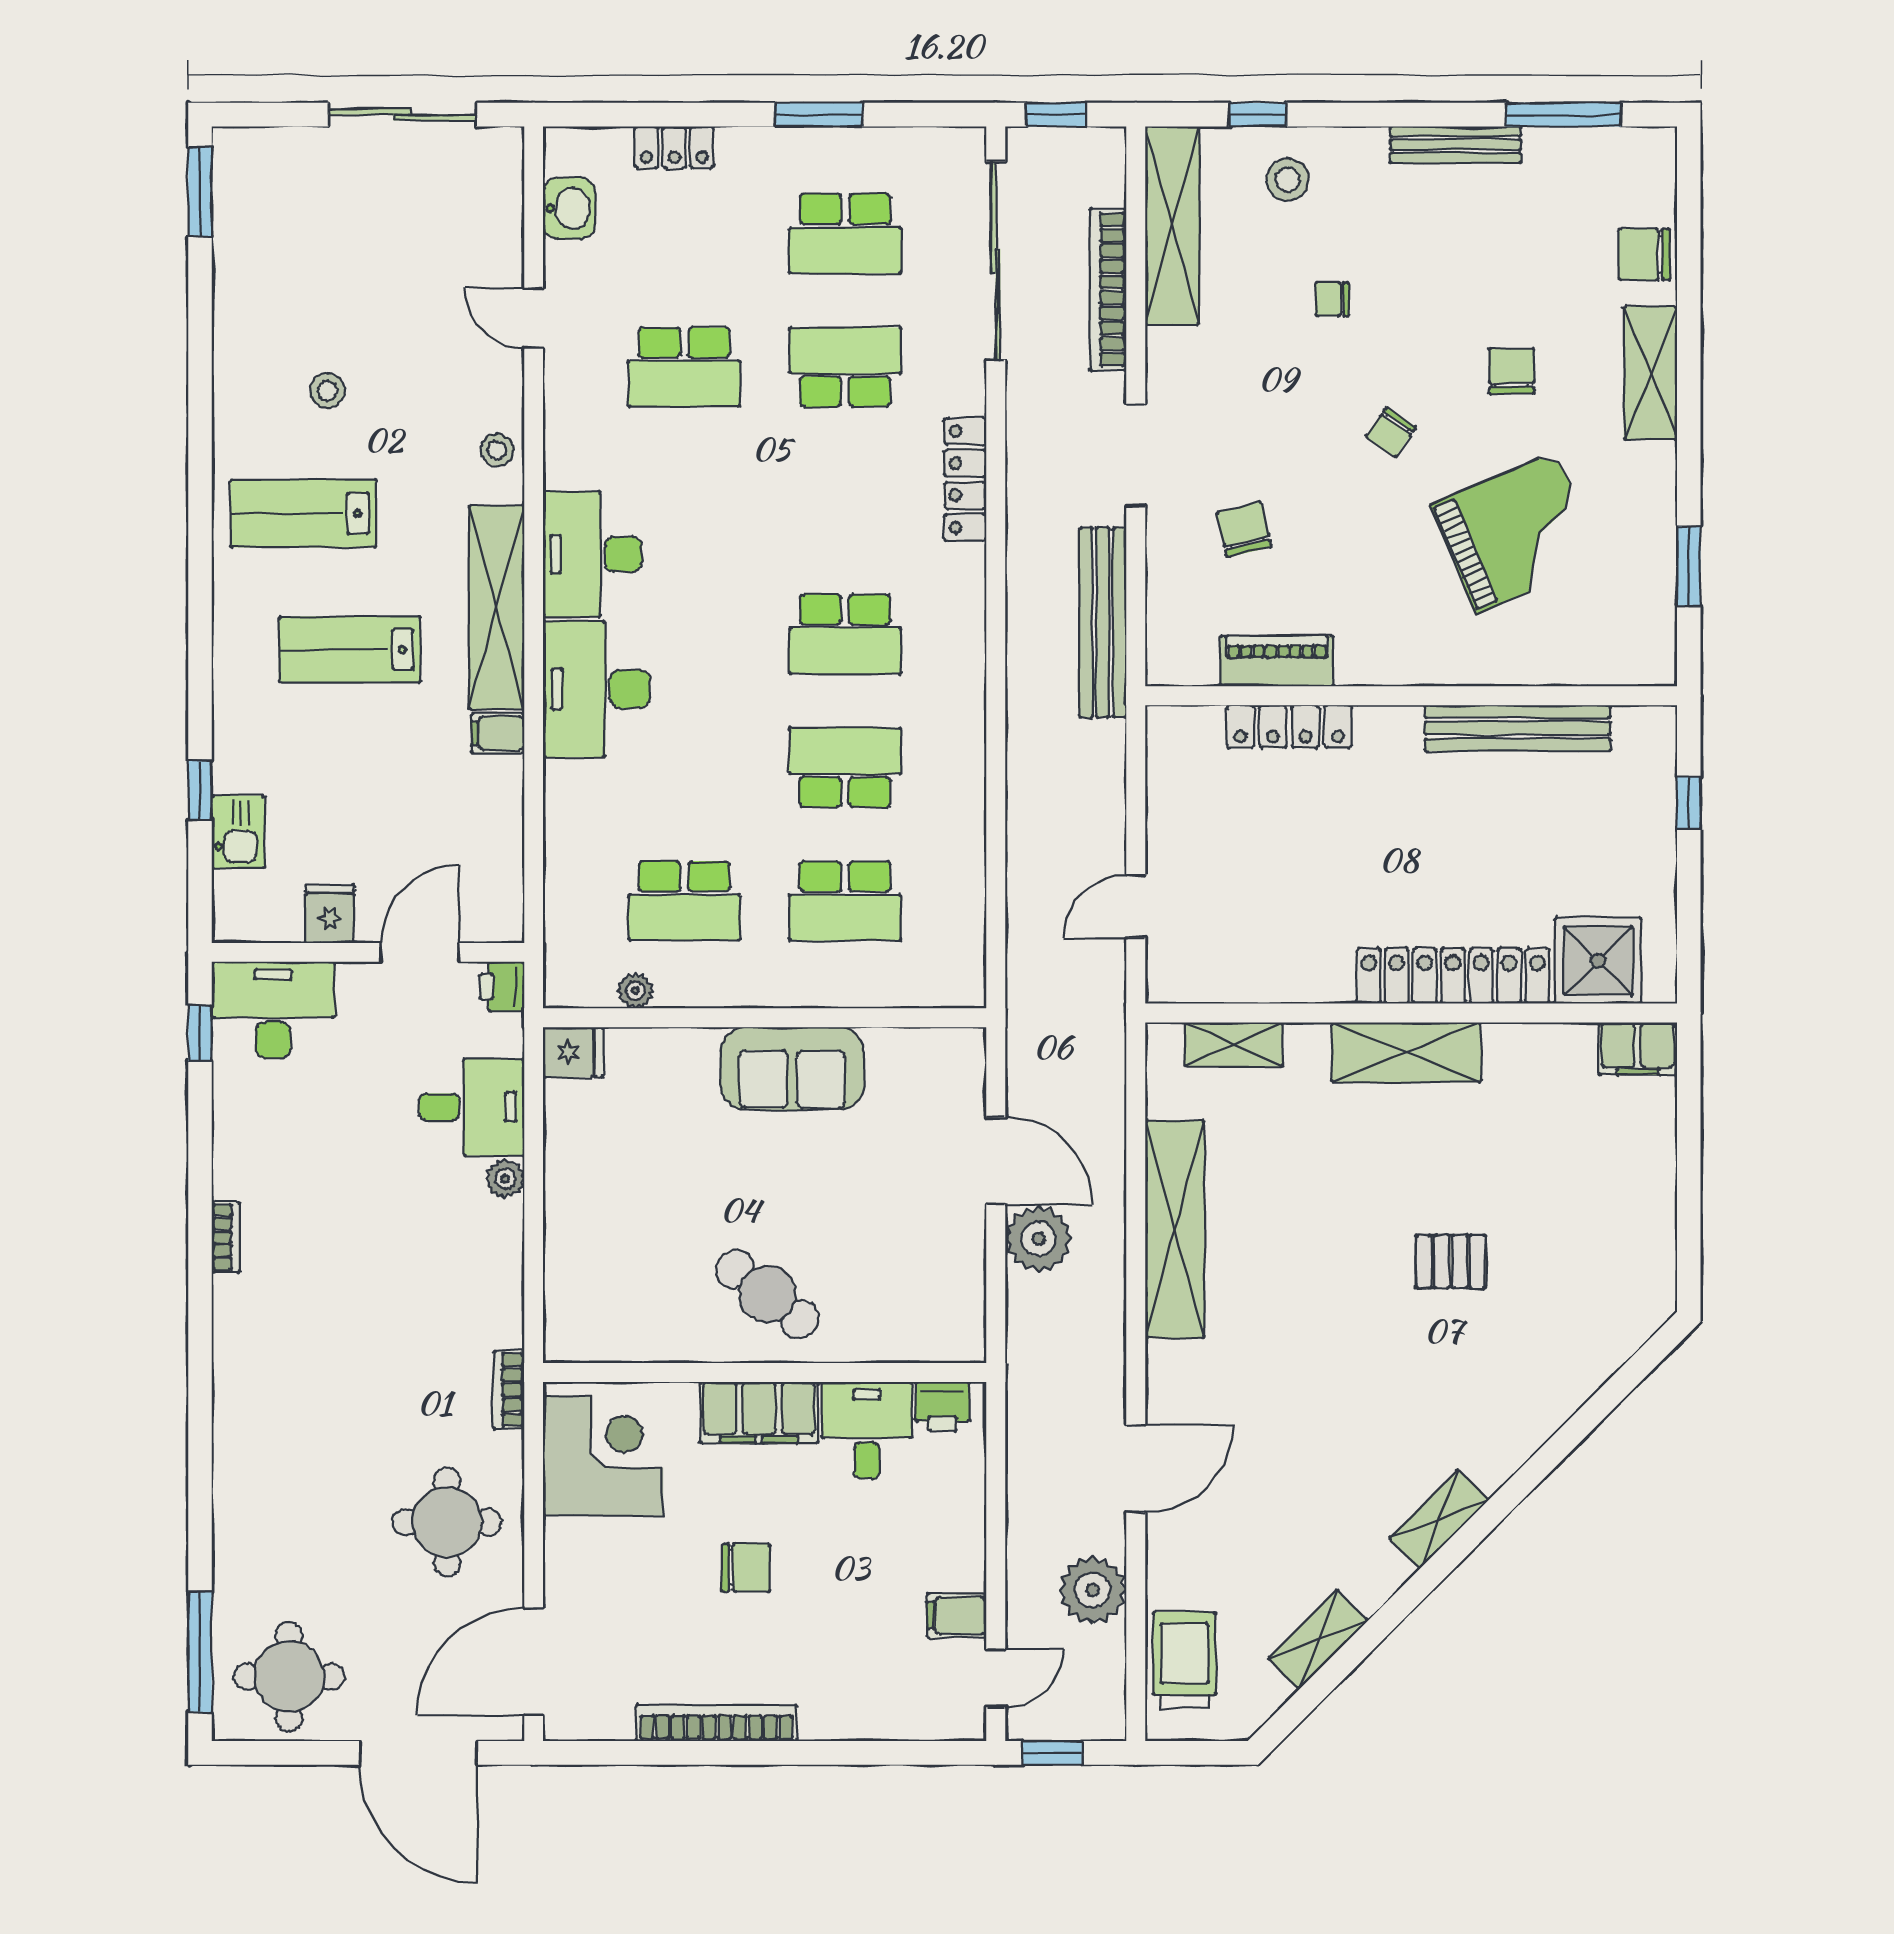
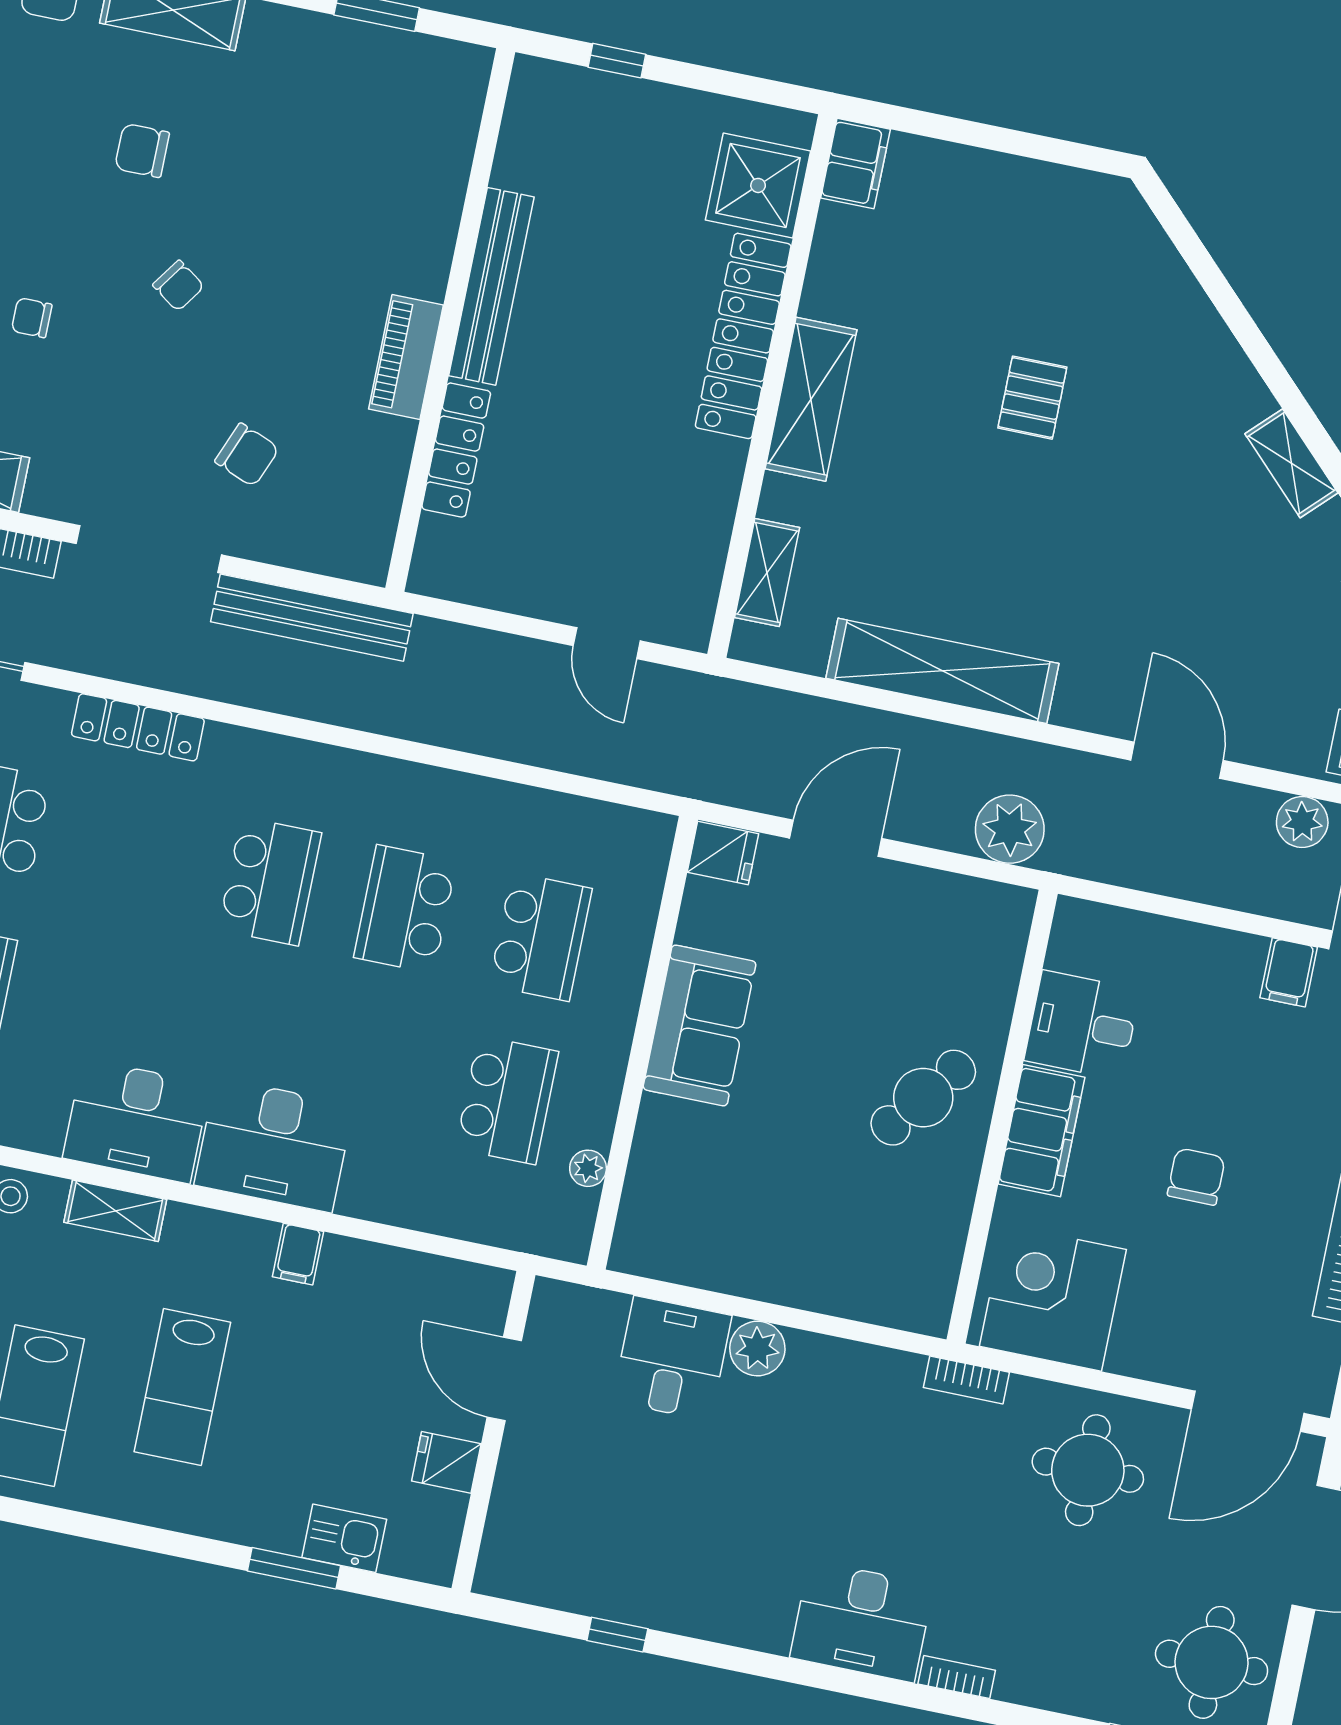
chair: (1332, 299) -> (32, 318), turned 90
doorway: (1136, 455) -> (149, 549), width x1.36
chair: (1244, 530) -> (247, 455), turned -145
grand piano: (1516, 533) -> (307, 179), removed
shelving: (496, 608) -> (115, 1211), width x0.45, depth x0.75
piano: (1277, 661) -> (406, 357), moved
bench: (1518, 728) -> (491, 286), moved
window: (200, 790) -> (294, 1568), width x1.50
printer: (502, 986) -> (556, 1303), removed
desk: (273, 1010) -> (862, 1621), moved, turned -90
window: (200, 1033) -> (617, 1635), moved
fridge: (573, 1052) -> (723, 853), moved, turned 90
plant: (505, 1179) -> (757, 1349), width x1.38, depth x1.38
bookcase: (226, 1237) -> (957, 1677), moved
plant: (1038, 1239) -> (1010, 829), moved
printer: (943, 1406) -> (1074, 943), removed
plant: (1093, 1590) -> (1302, 822), width x0.73, depth x0.73
door: (534, 1662) -> (1248, 1411), hinge flipped

